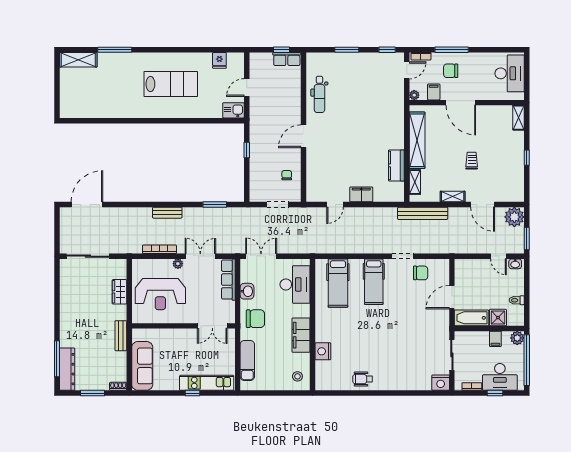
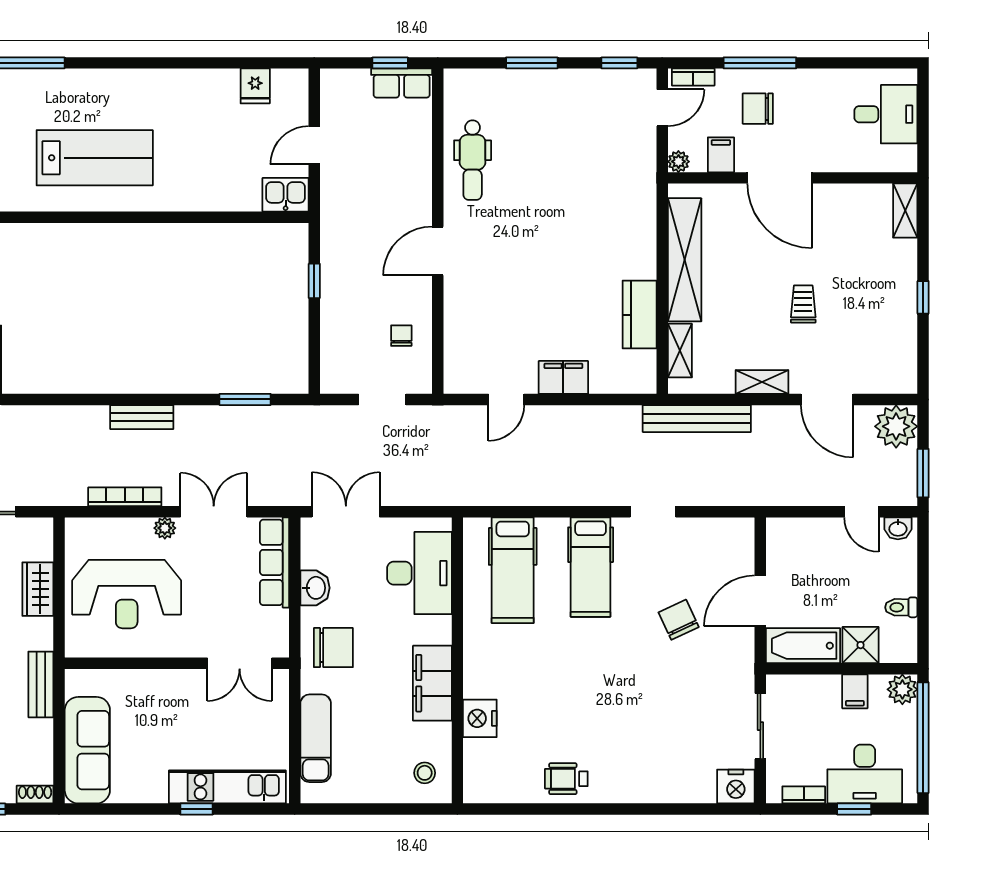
desk: (510, 73) -> (886, 114), width x0.73
lab bench: (171, 84) -> (95, 158), moved
chair: (421, 273) -> (679, 620), moved, turned -115

